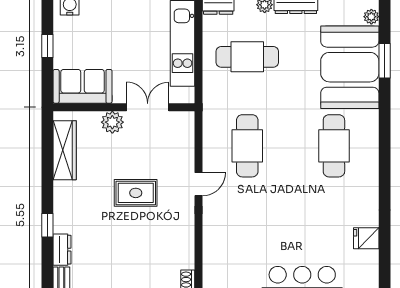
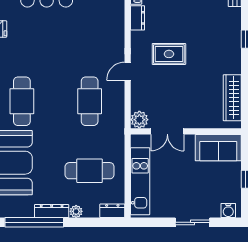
plant: (112, 122) -> (139, 120), moved
rug: (136, 193) -> (169, 54), moved
dresser: (62, 250) -> (138, 18), moved, turned 180

